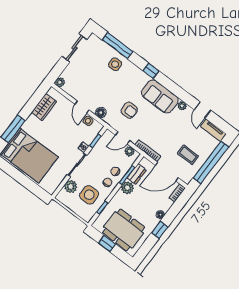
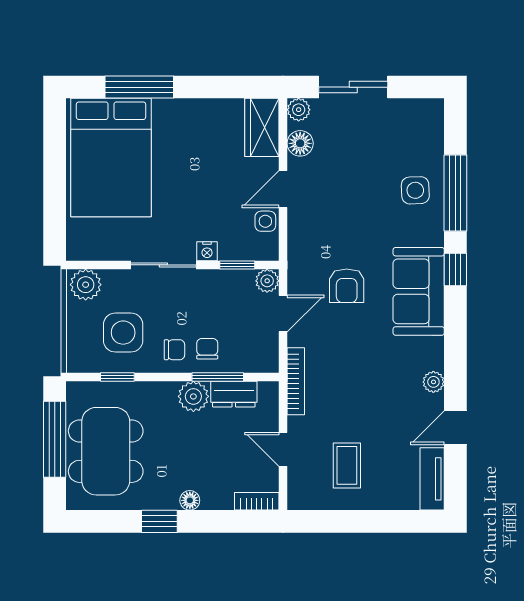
window: (118, 46) -> (455, 193), moved
sliding door: (74, 48) -> (353, 87), moved
sofa: (160, 97) -> (419, 291), moved
wardrobe: (44, 107) -> (262, 127), moved, turned 90
floor lamp: (101, 113) -> (300, 143), moved
door: (123, 138) -> (283, 314), swing flipped
plant: (129, 151) -> (267, 281), moved
window: (211, 162) -> (366, 521), removed
door: (167, 172) -> (283, 449), width x0.53
plant: (71, 187) -> (86, 285), moved
window: (107, 244) -> (55, 439), width x2.17

